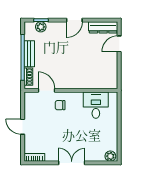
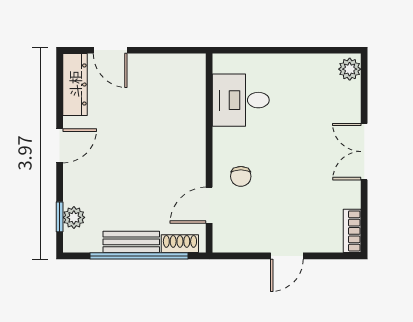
door: (74, 20) -> (60, 146), hinge flipped

